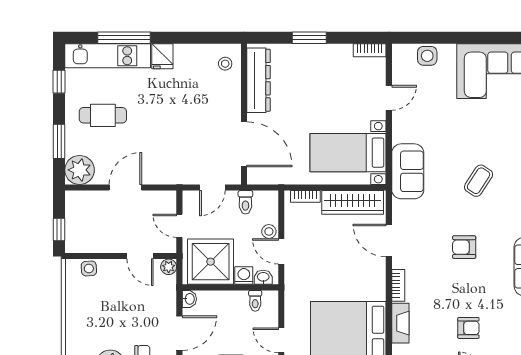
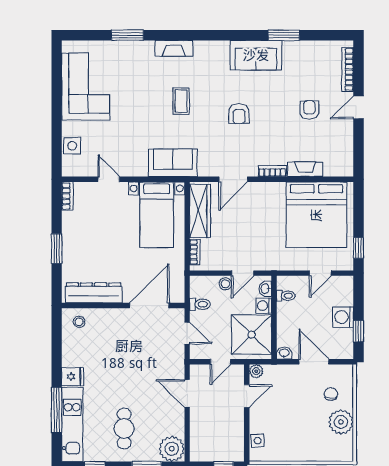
coffee table: (479, 181) -> (181, 101), turned 57
door: (125, 188) -> (187, 394), moved

